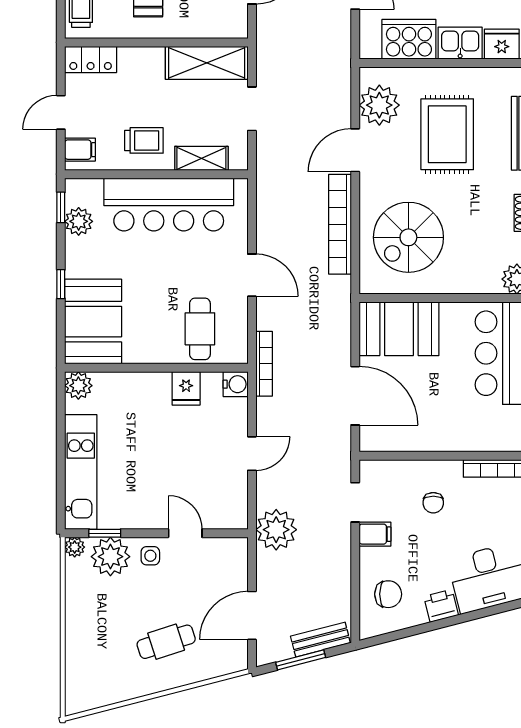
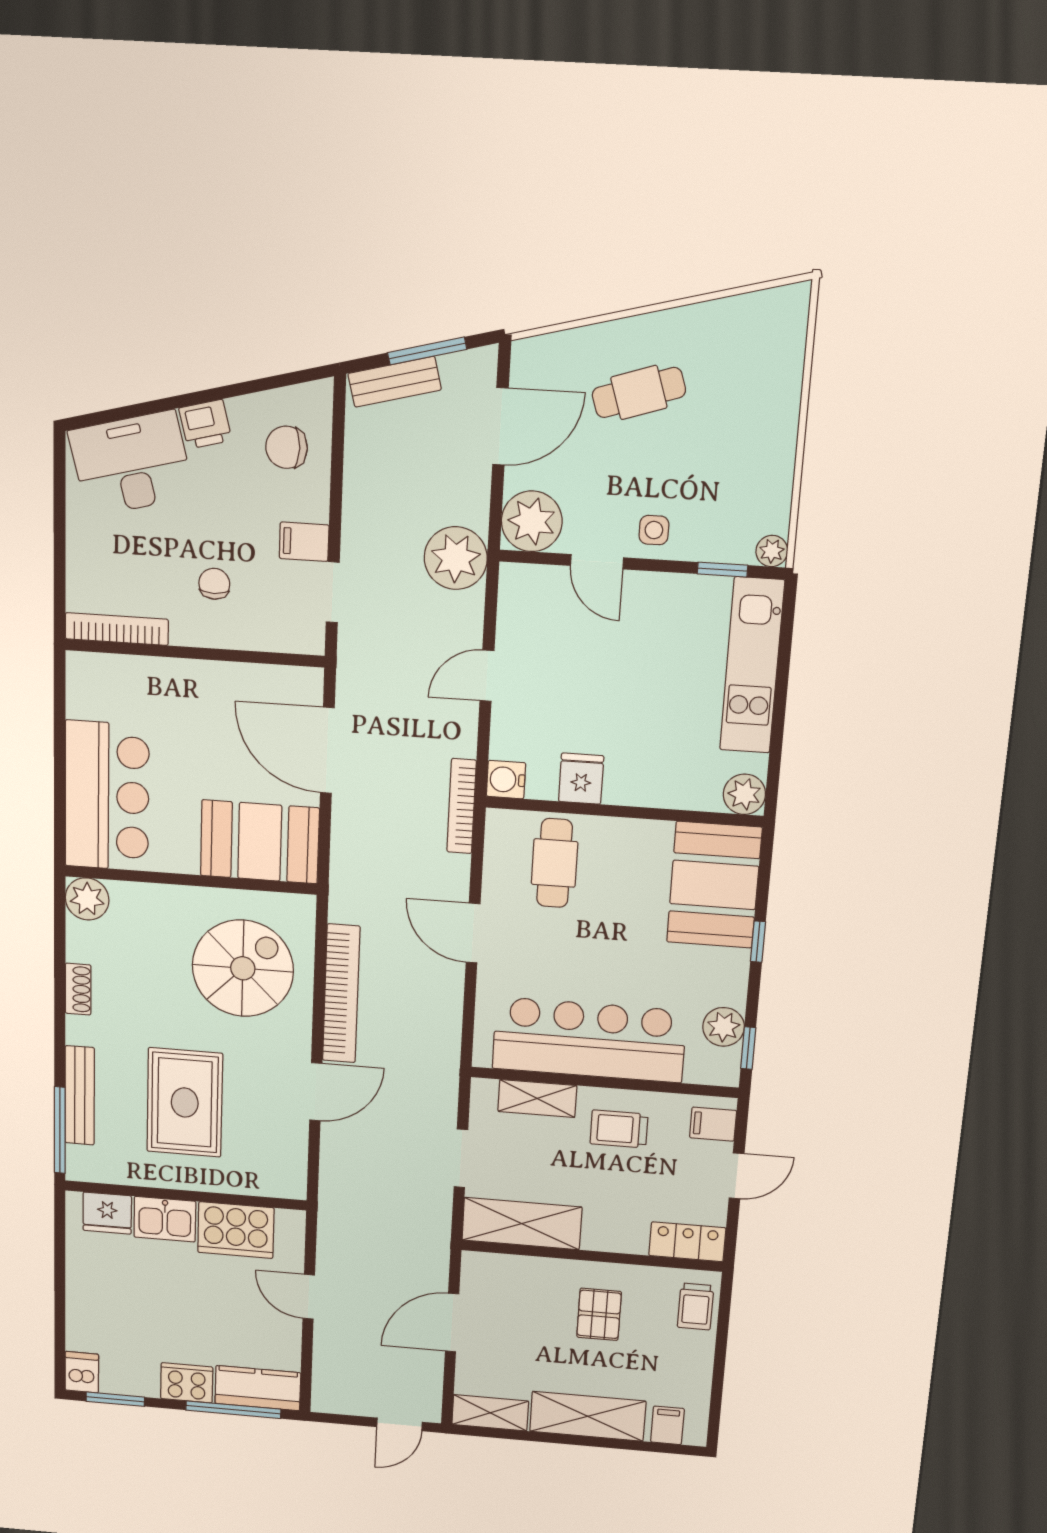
plant: (379, 105) -> (280, 1149), removed
plant: (110, 557) -> (532, 521), moved

